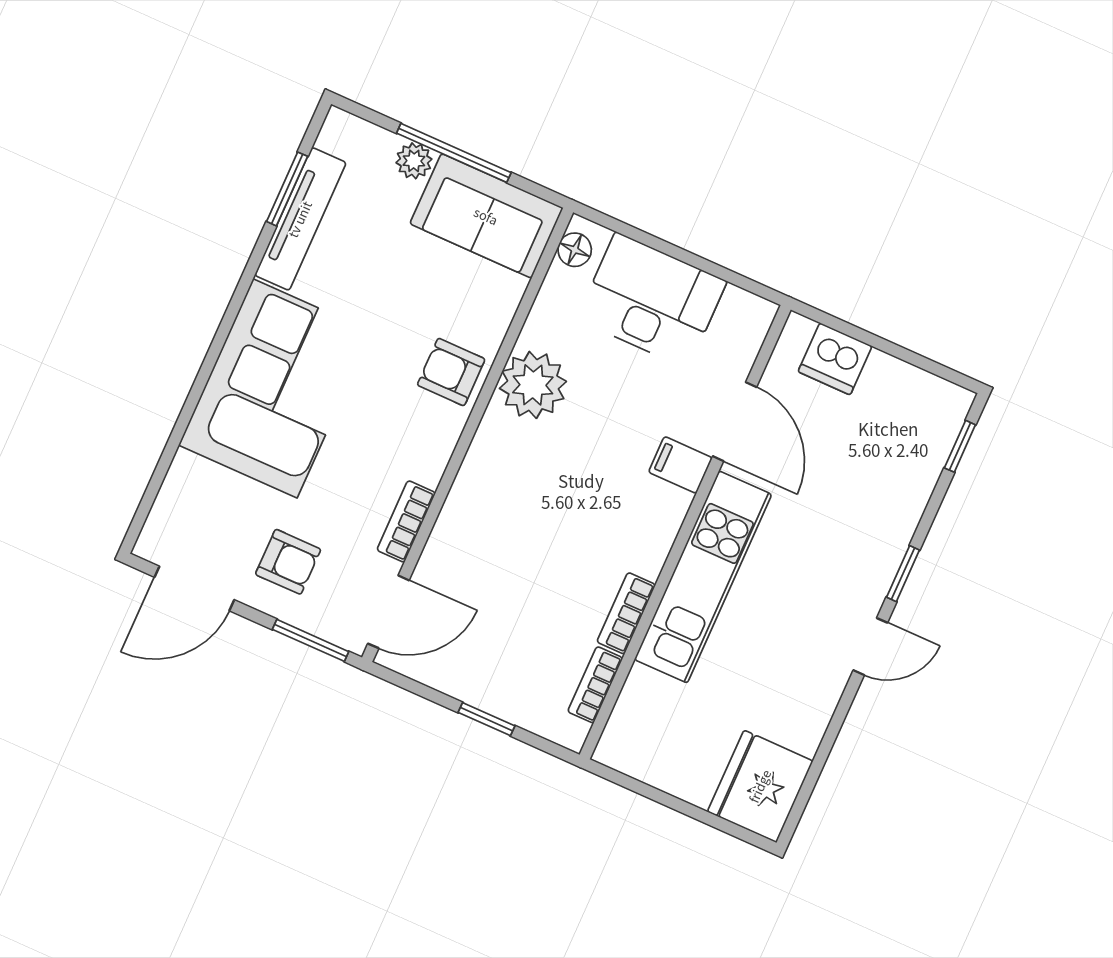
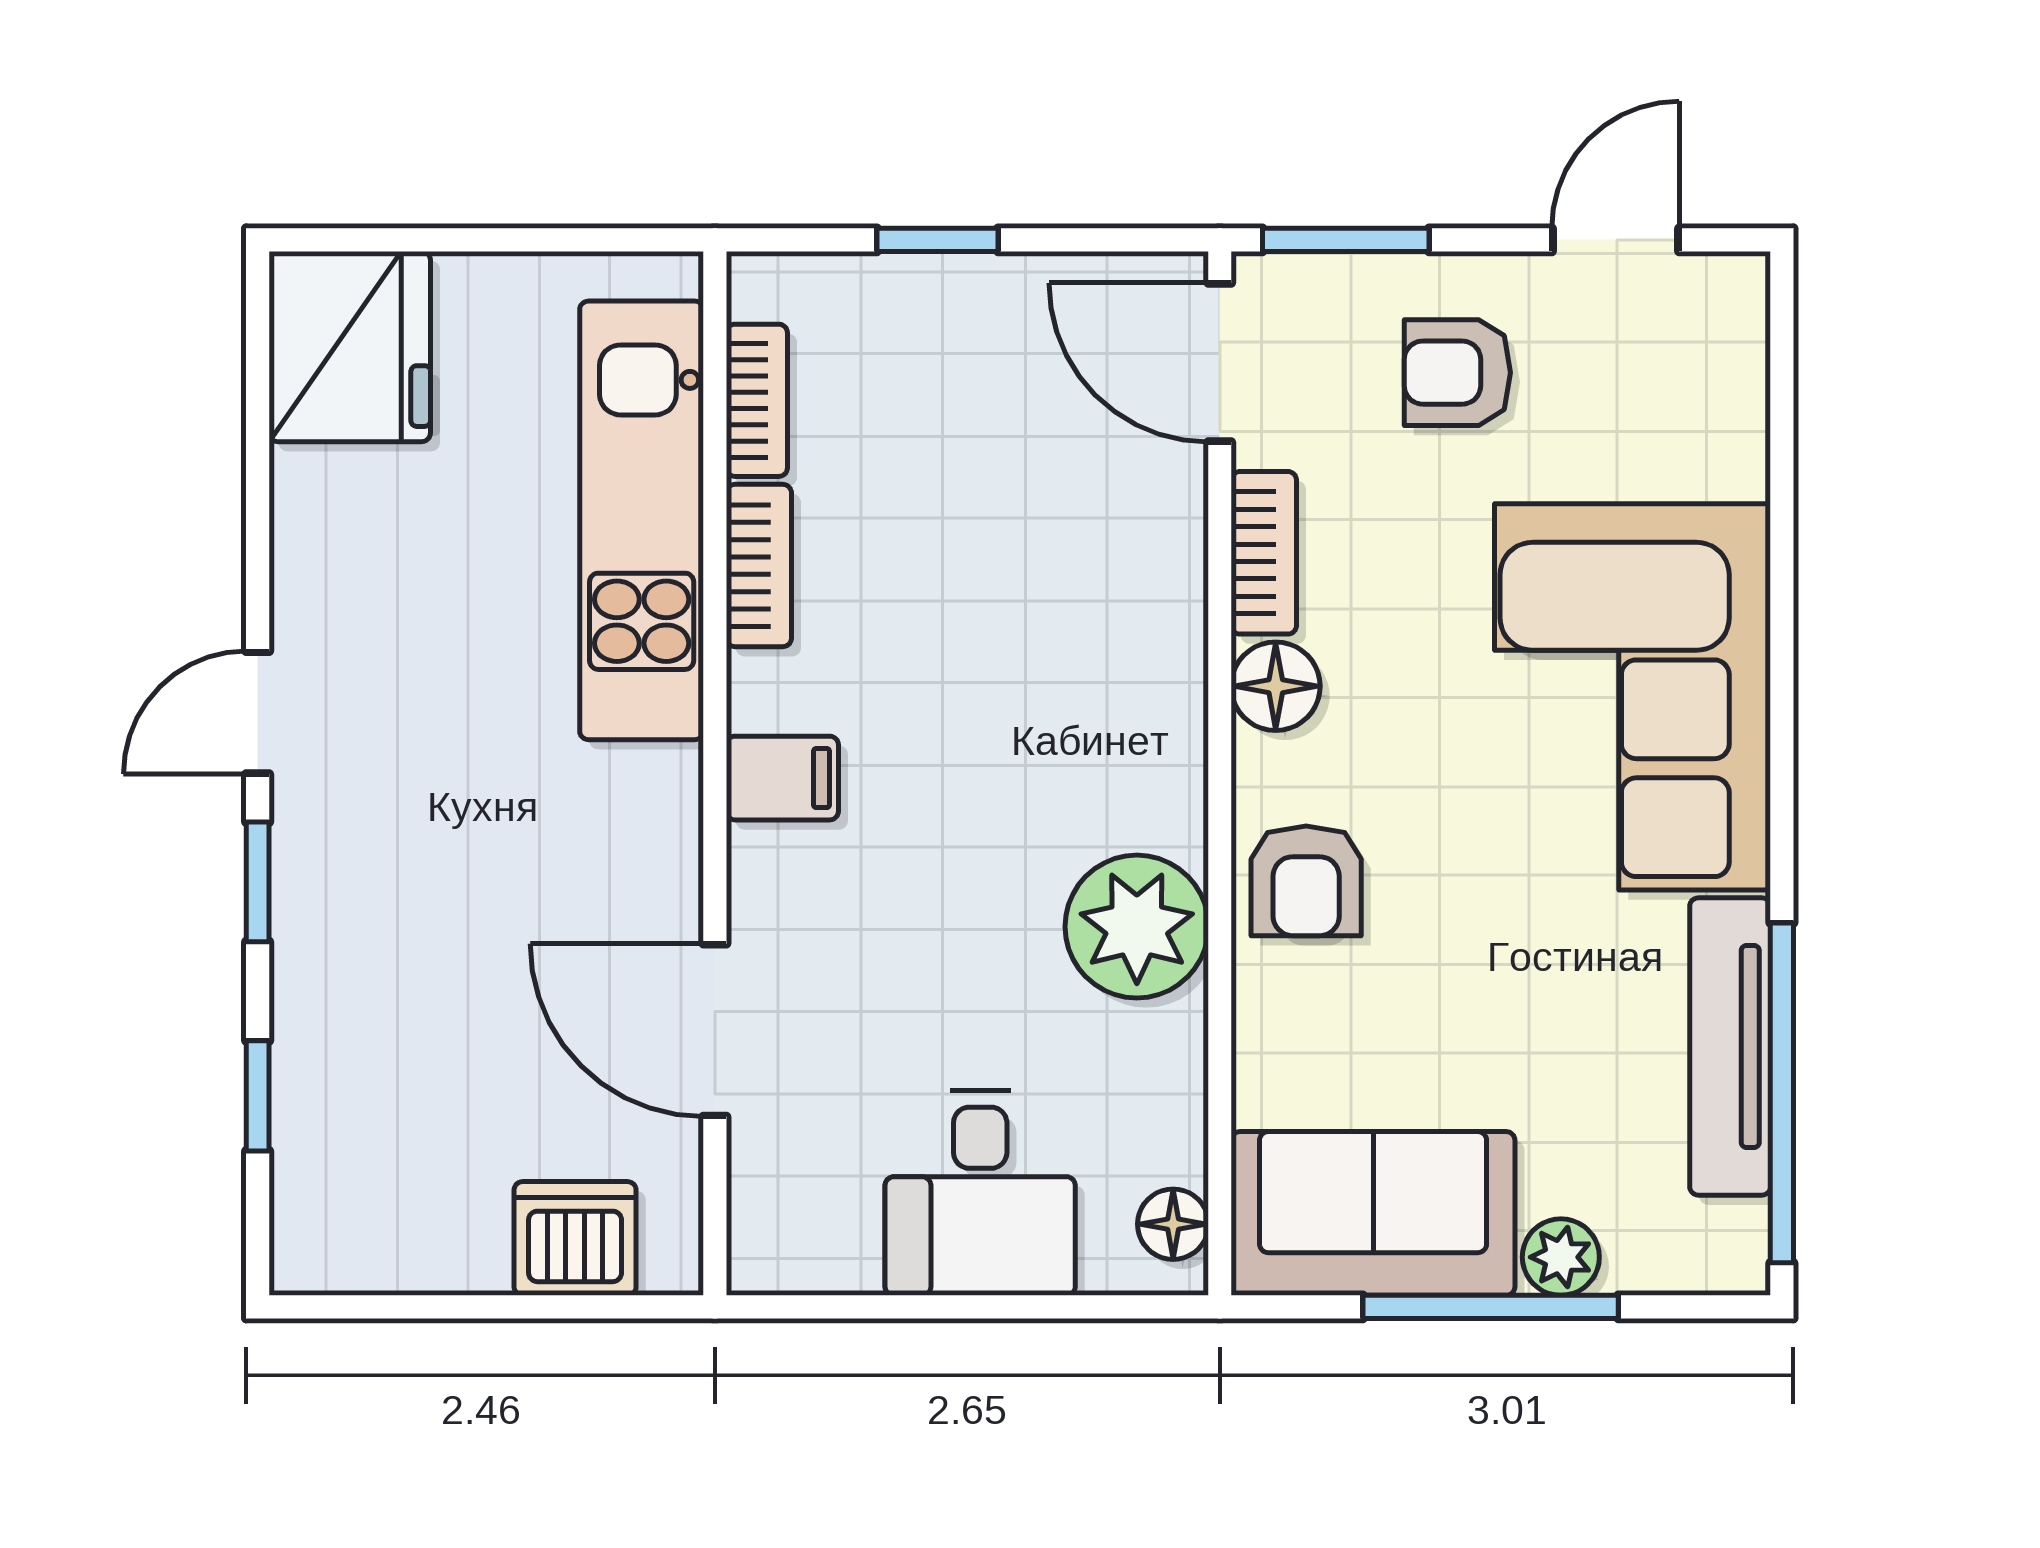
window: (287, 189) -> (1782, 1093), width x2.11
desk: (652, 300) -> (980, 1193), width x0.73
armchair: (451, 372) -> (1306, 881), turned 90
window: (960, 446) -> (258, 1096), moved
floor lamp: (427, 462) -> (1276, 686), added
filing cabinet: (680, 465) -> (782, 778), moved
kitchen unit: (703, 577) -> (642, 520), moved
door: (194, 588) -> (1615, 240), width x0.73
door: (388, 612) -> (1220, 363), hinge flipped

